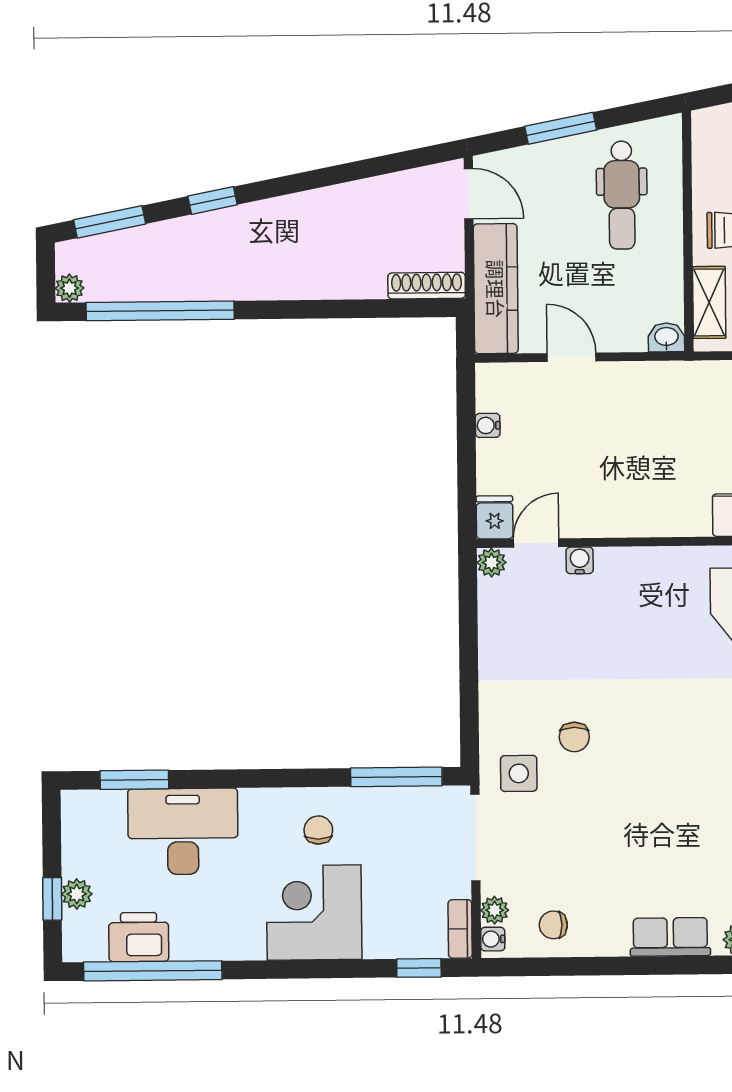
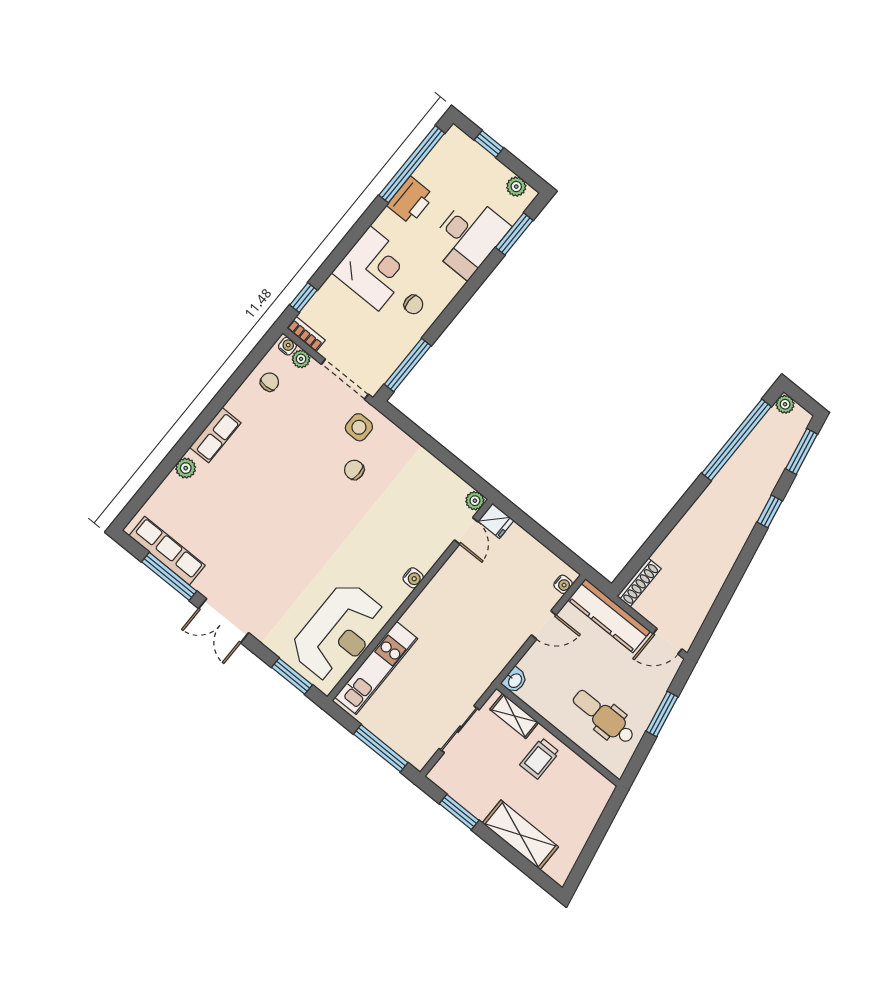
water cooler: (488, 425) -> (563, 584), moved, turned 90
water cooler: (580, 560) -> (413, 578), moved
plant: (77, 894) -> (516, 187), moved
printer: (139, 937) -> (410, 200), moved

